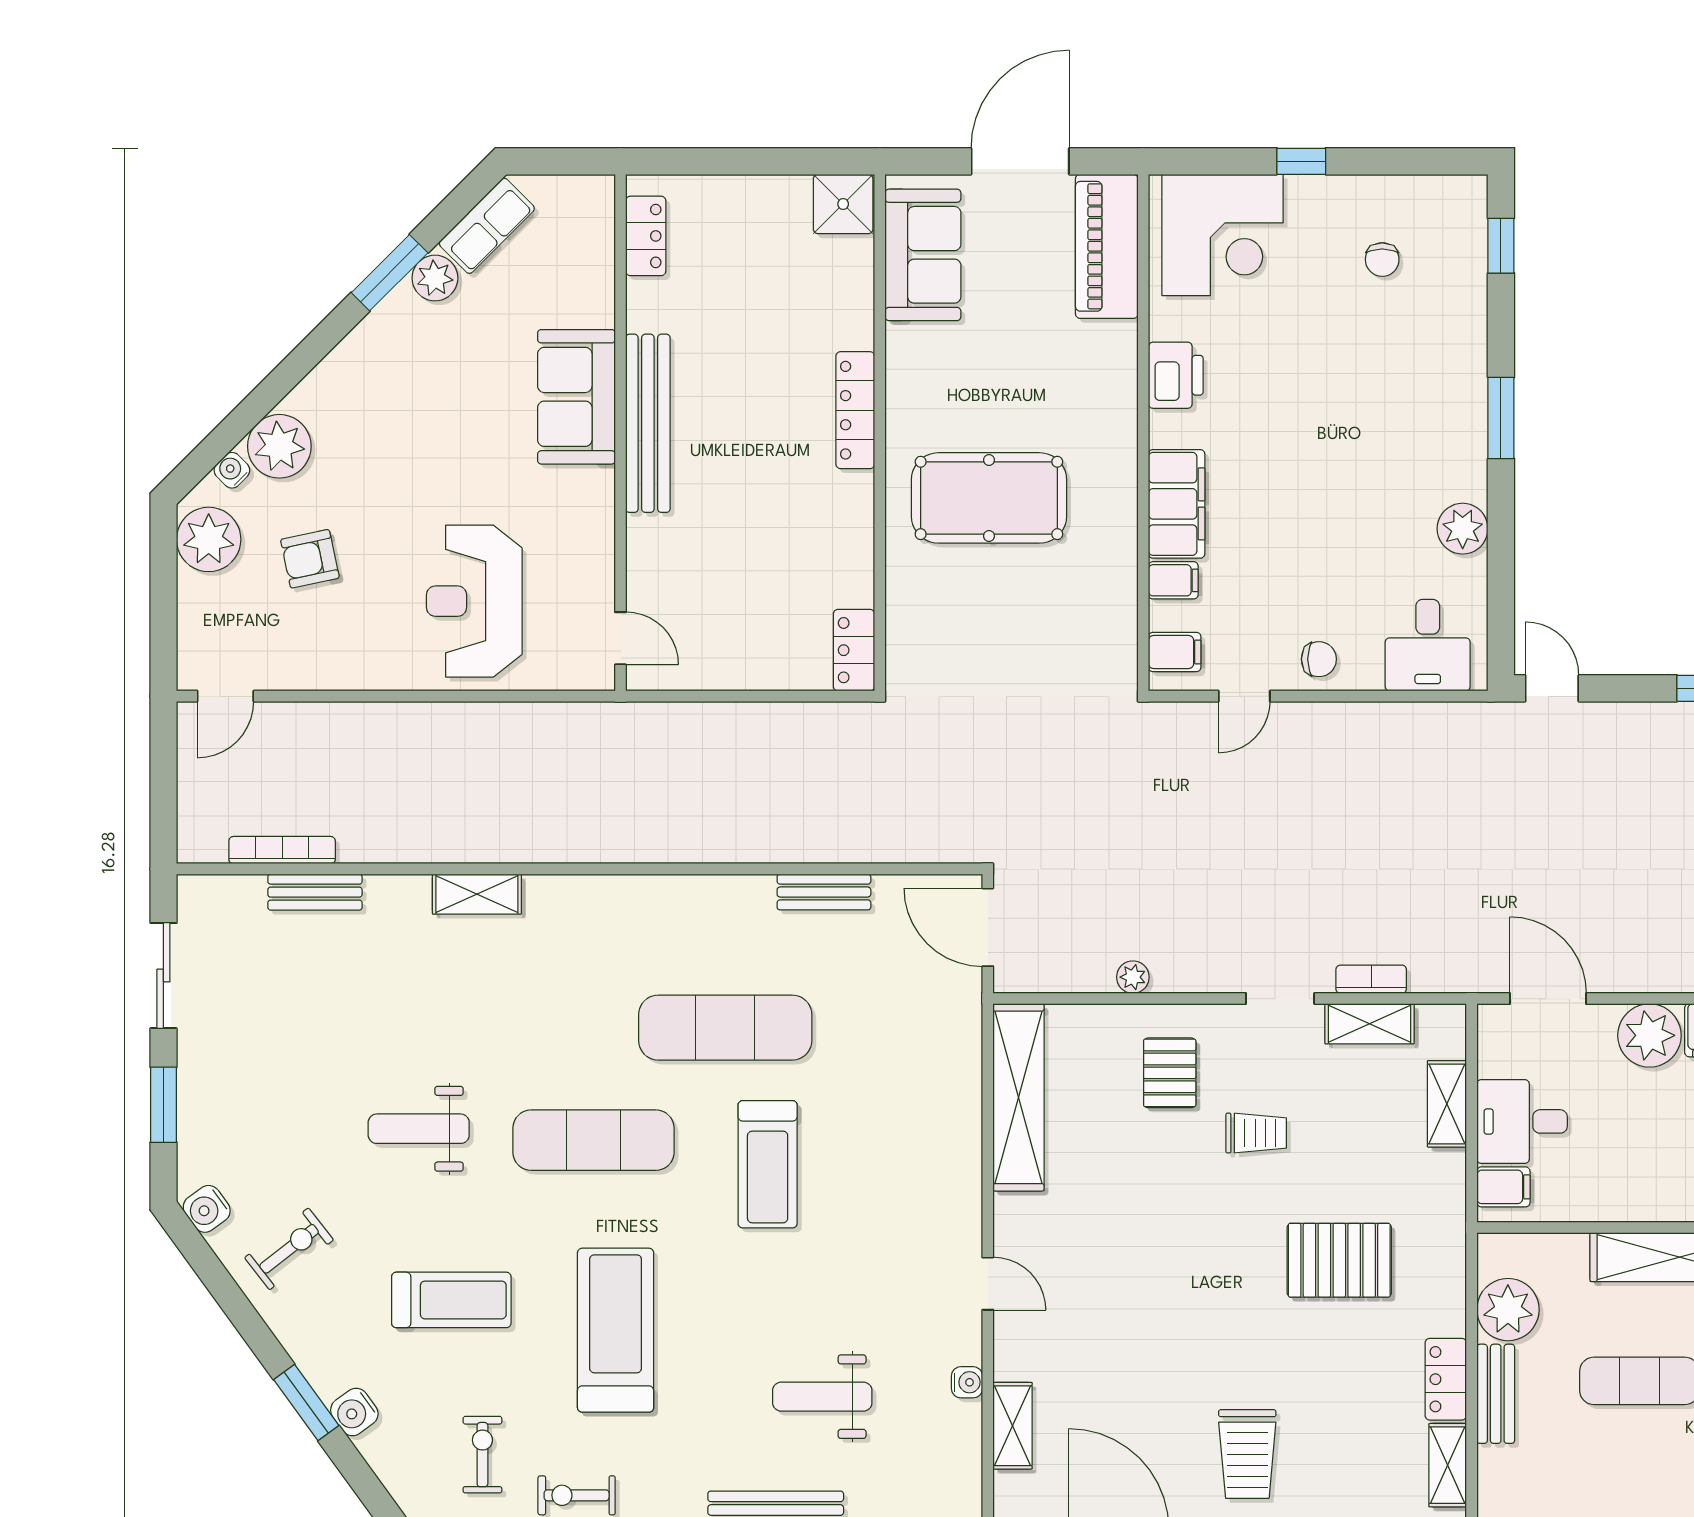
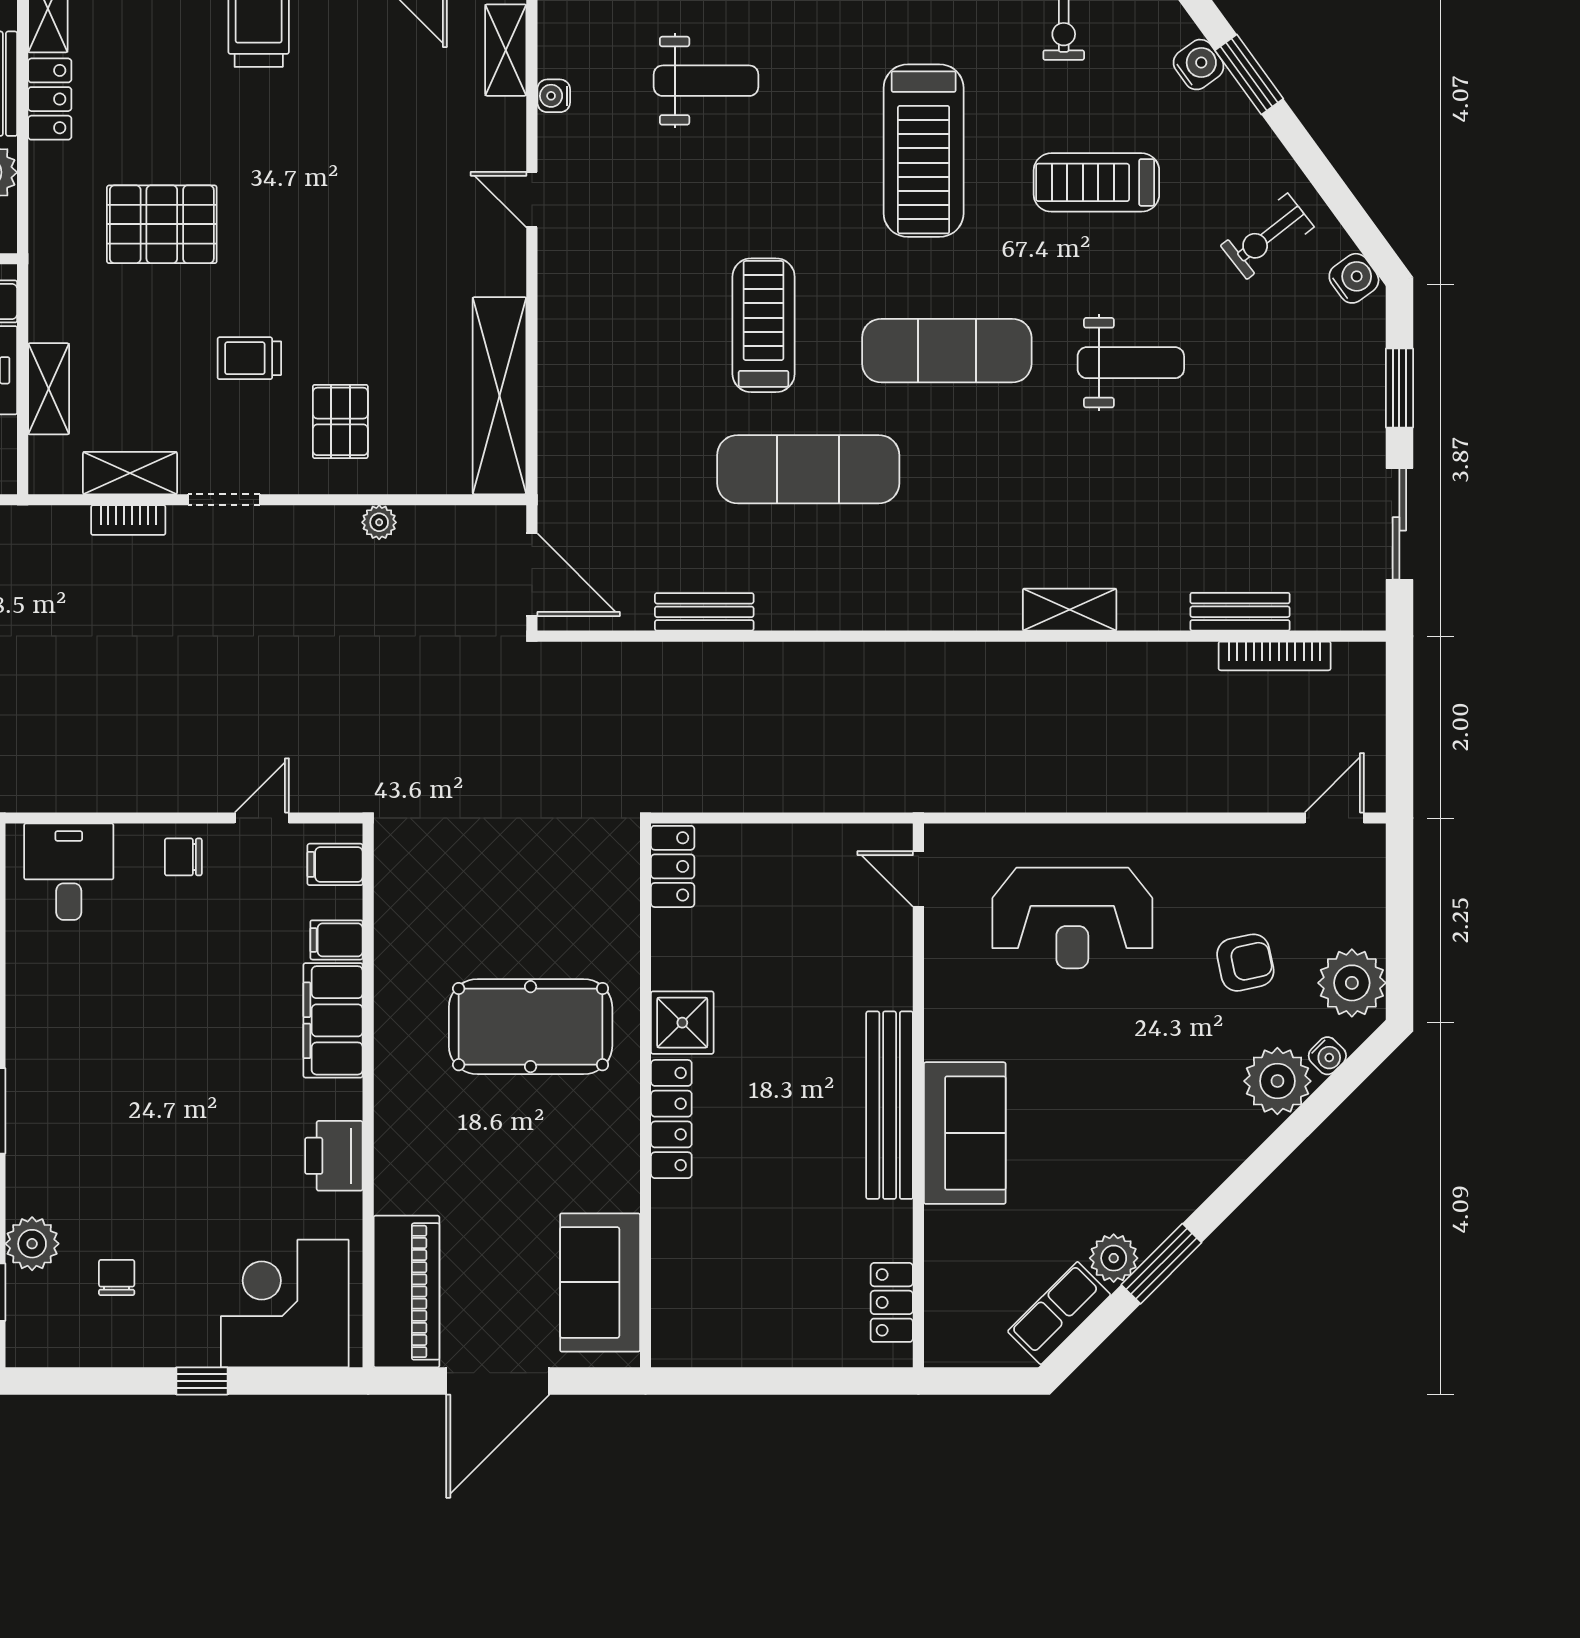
shower: (843, 204) -> (682, 1023), moved
plant: (1463, 529) -> (32, 1244), moved
reception desk: (474, 601) -> (1072, 918), turned 90

